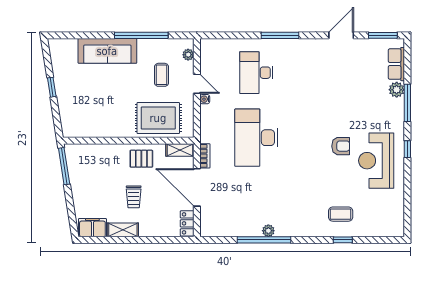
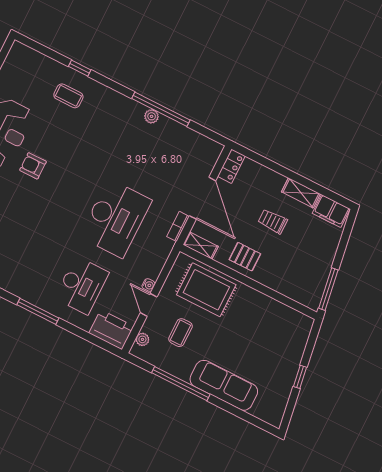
printer: (216, 50) -> (111, 330), added
trolley: (134, 197) -> (273, 221), turned -90

